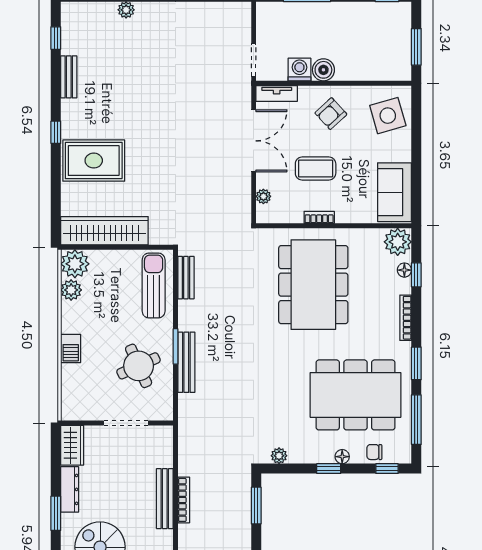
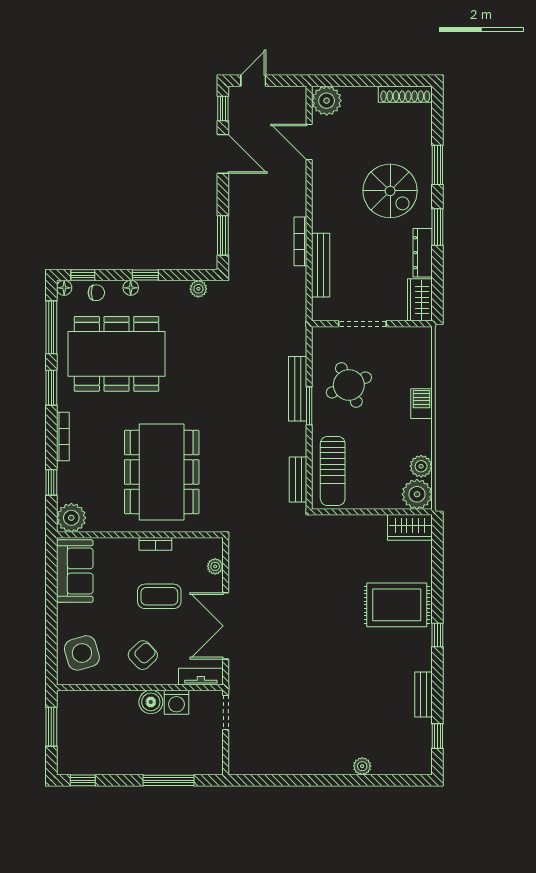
wardrobe: (104, 231) -> (410, 527), width x0.48, depth x0.85
floor lamp: (404, 270) -> (64, 288), moved
bench: (165, 499) -> (321, 265), moved

